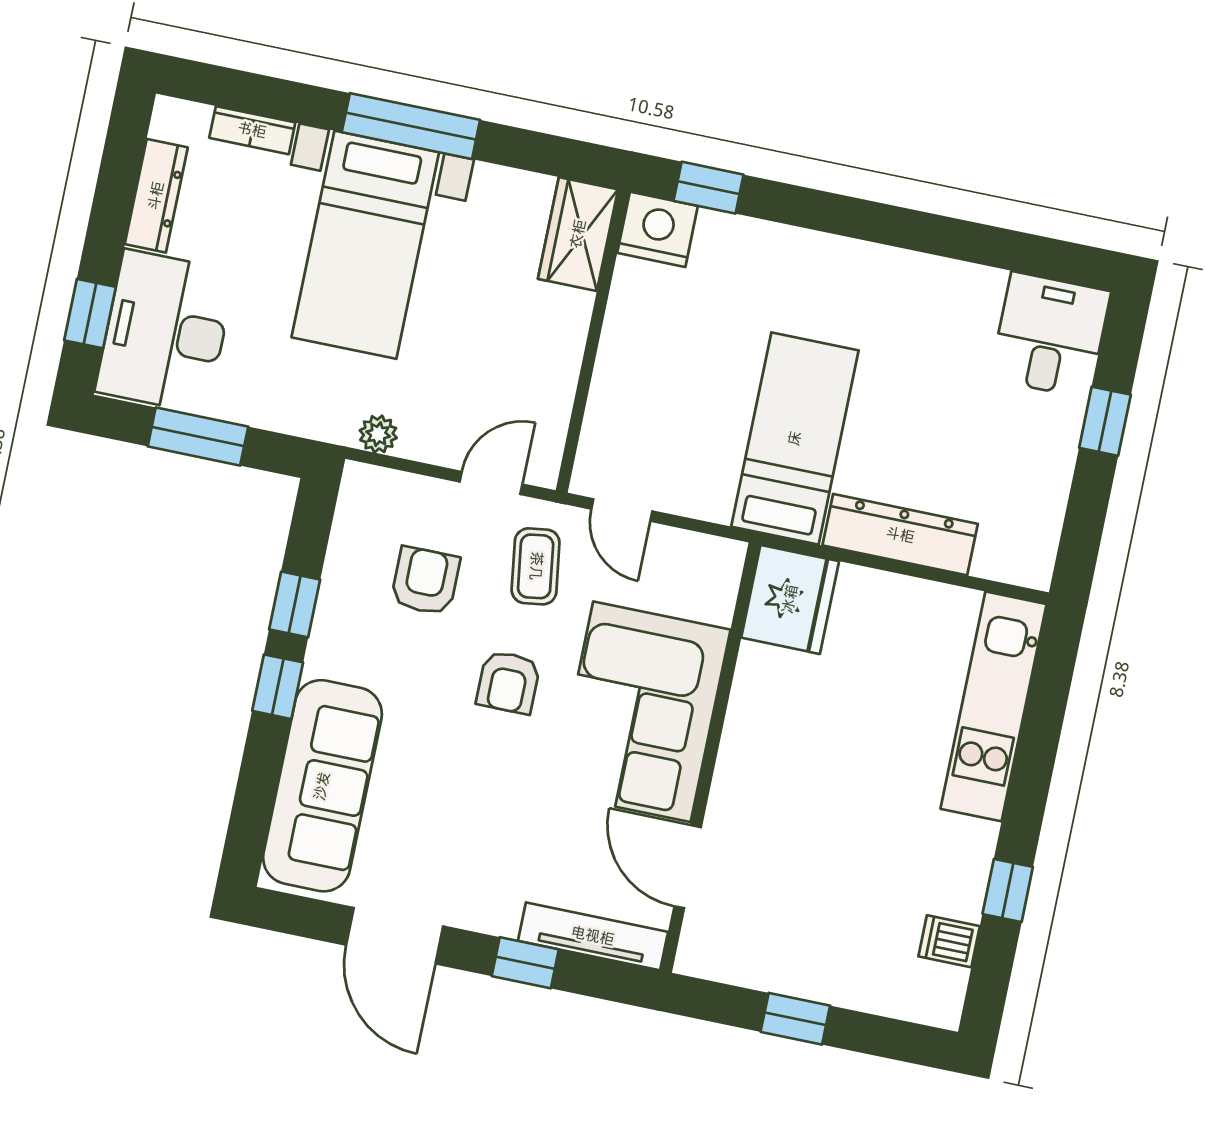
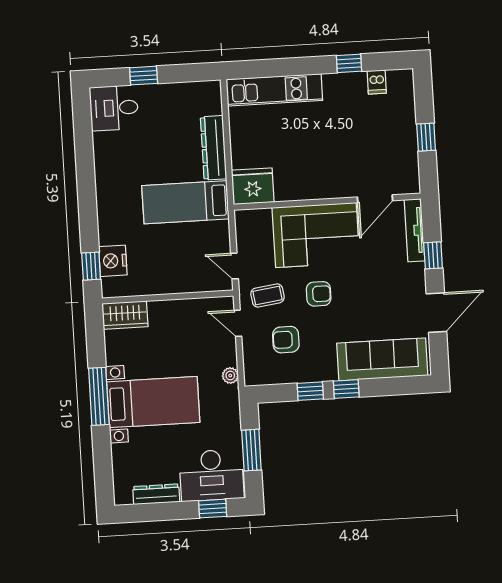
bookcase: (252, 130) -> (118, 462), removed
nightstand: (658, 229) -> (113, 261), moved
door: (622, 510) -> (234, 266), swing flipped

